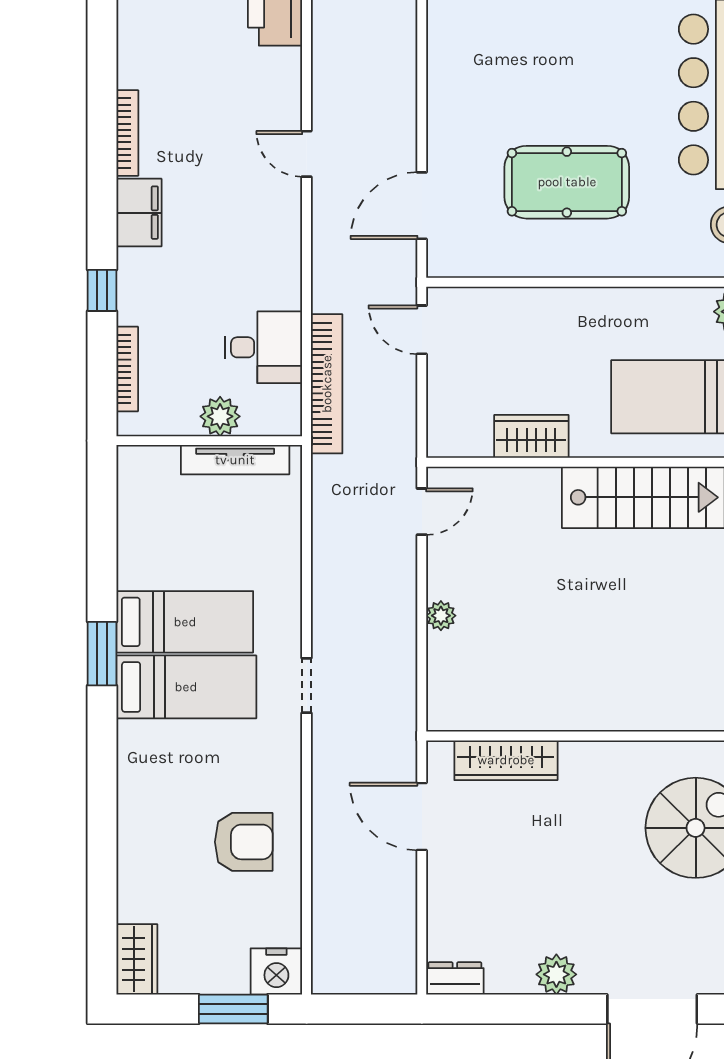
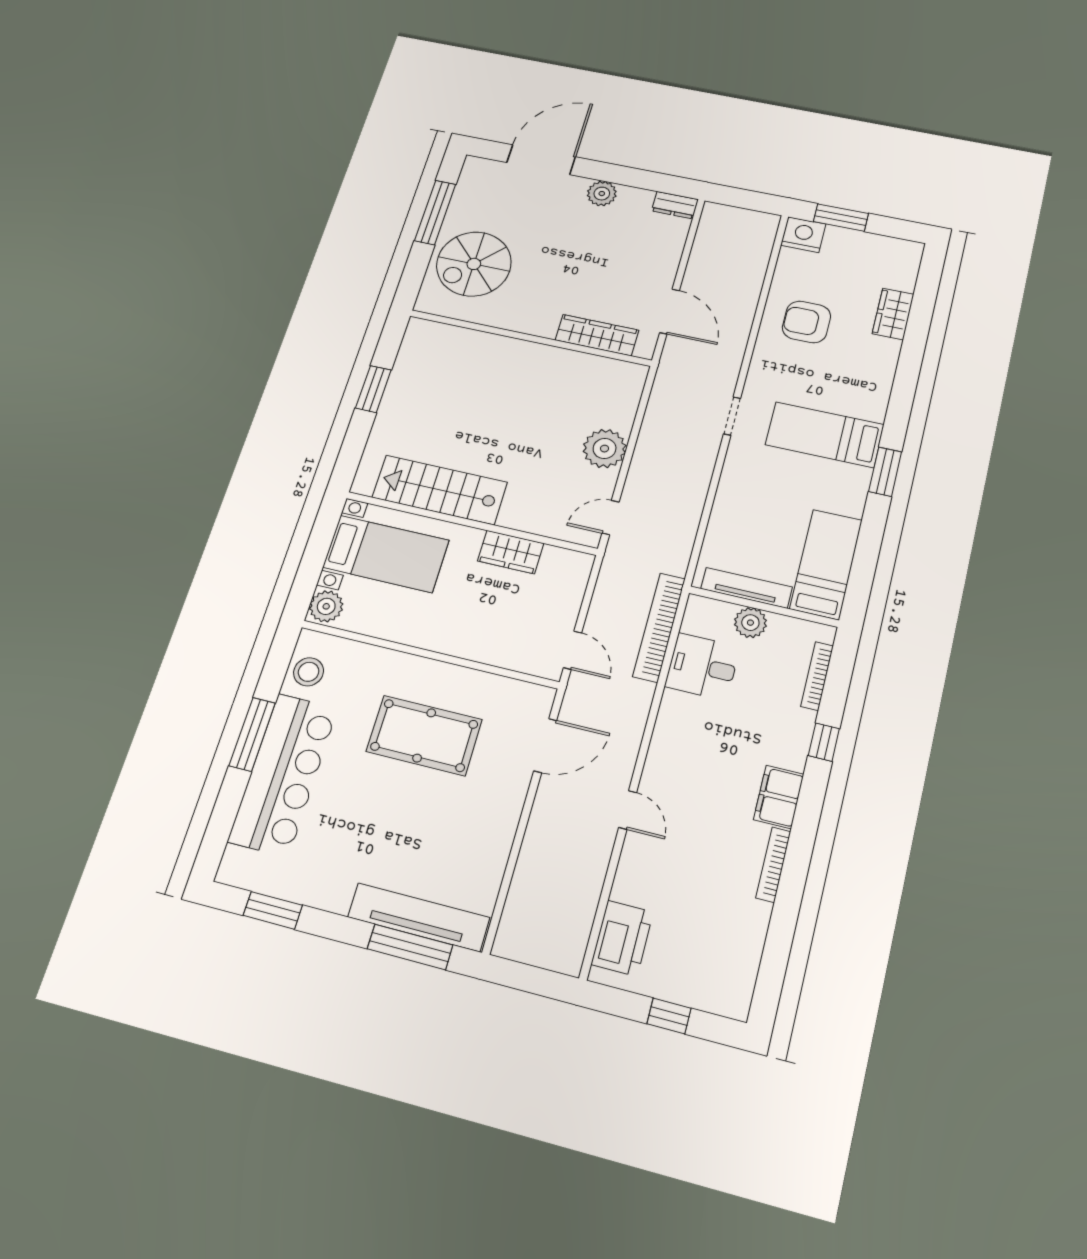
plant: (441, 616) -> (605, 449), width x1.87, depth x1.87
bed: (185, 622) -> (826, 564), moved, turned 90
wardrobe: (137, 959) -> (893, 314), moved

